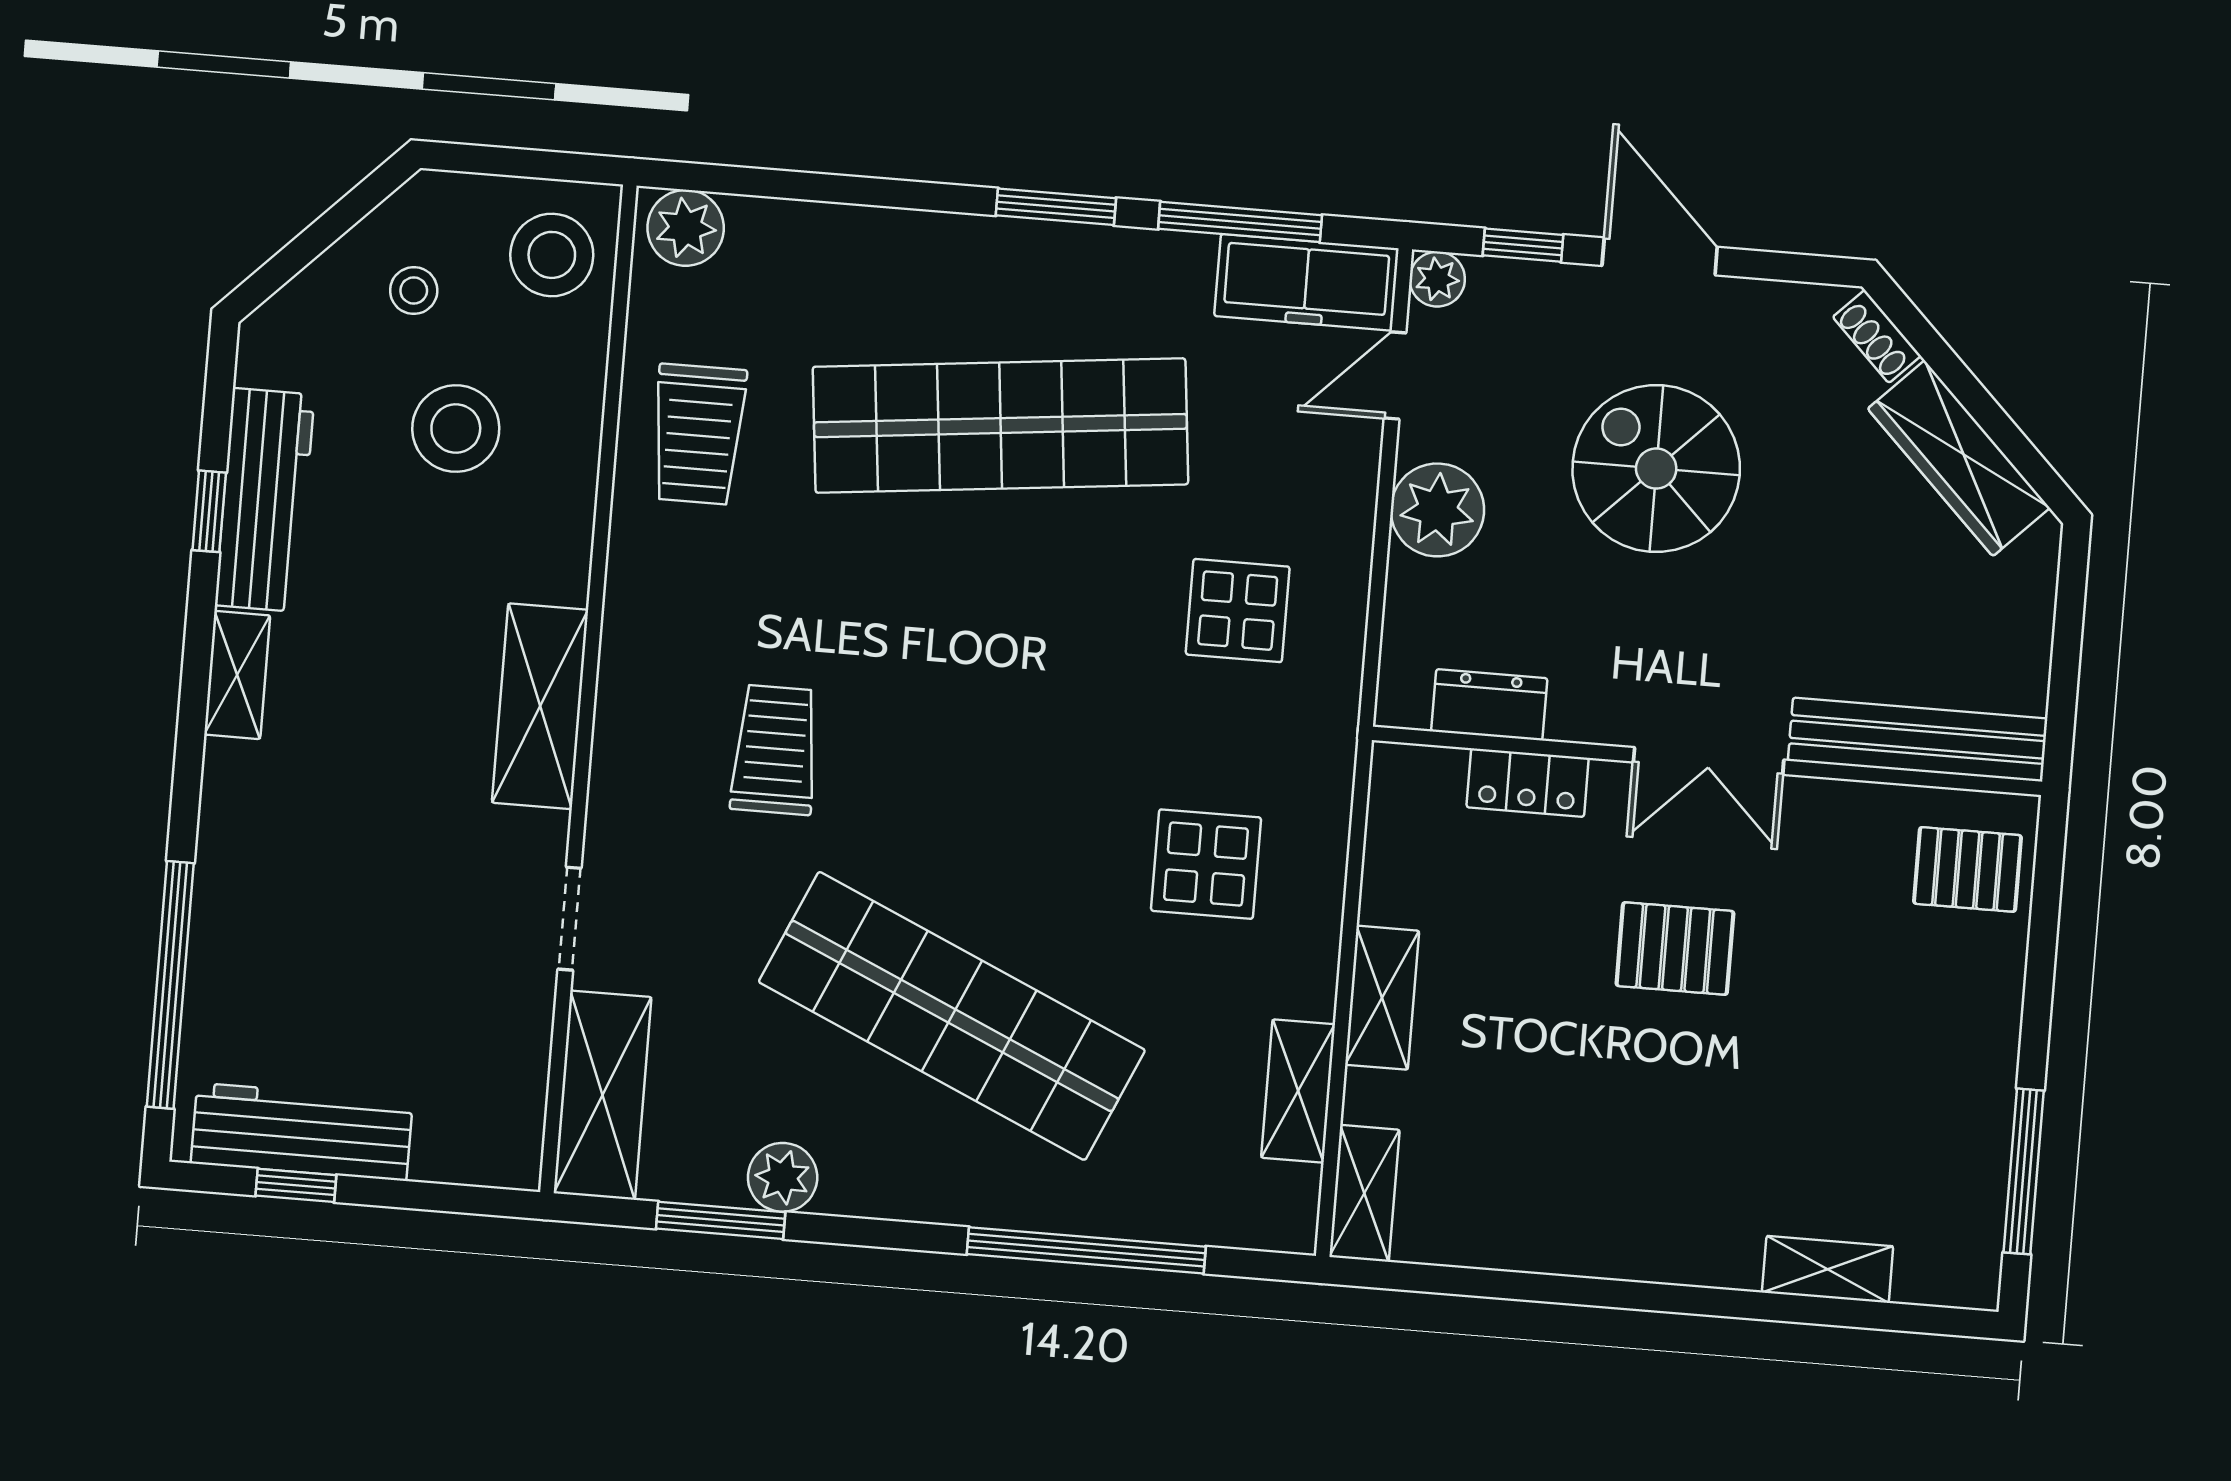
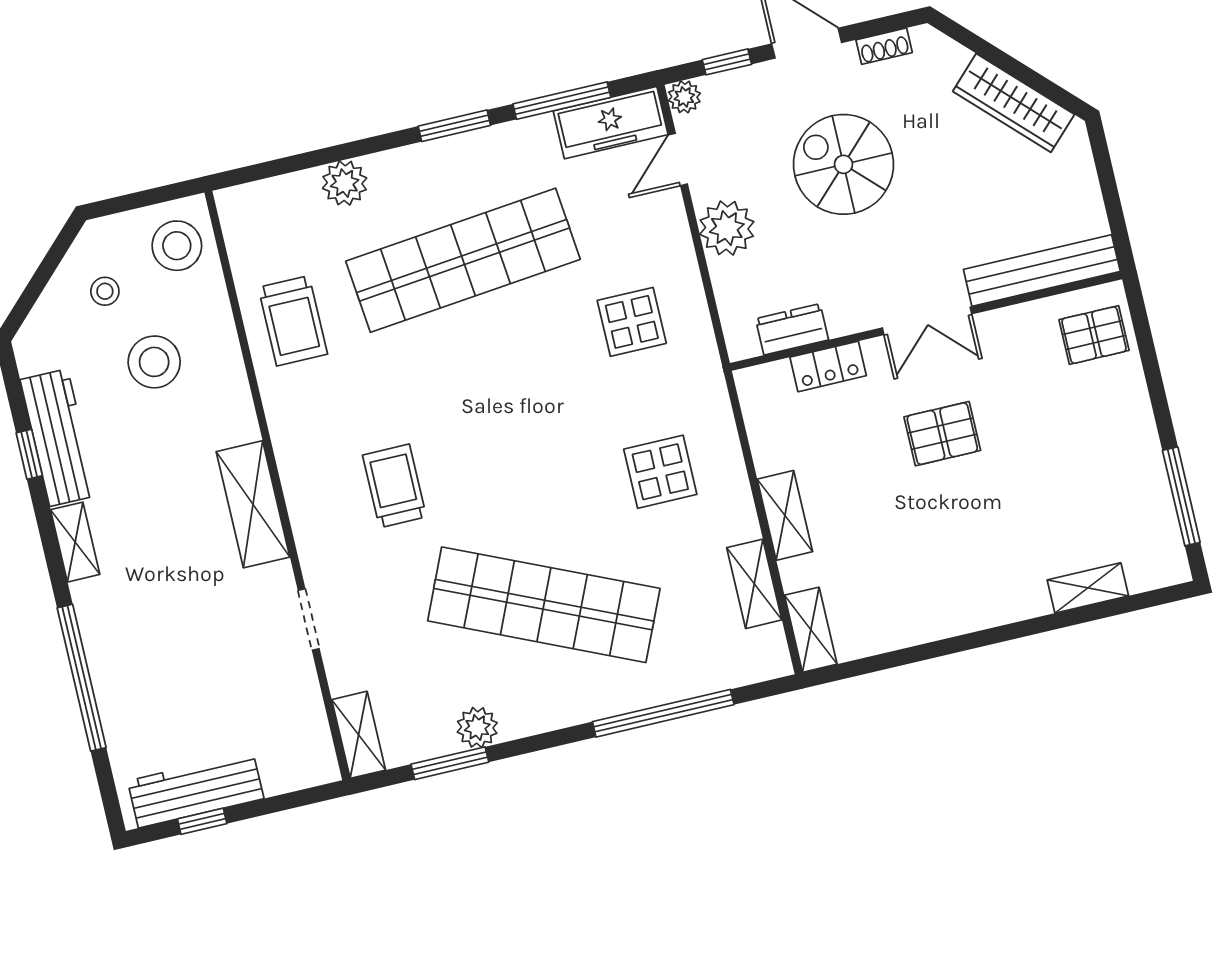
plant: (686, 228) -> (345, 183), moved
shoe rack: (1877, 336) -> (884, 46), moved, turned -45
window: (170, 985) -> (82, 678), moved
shelving: (603, 1095) -> (359, 735), width x0.67, depth x0.75

